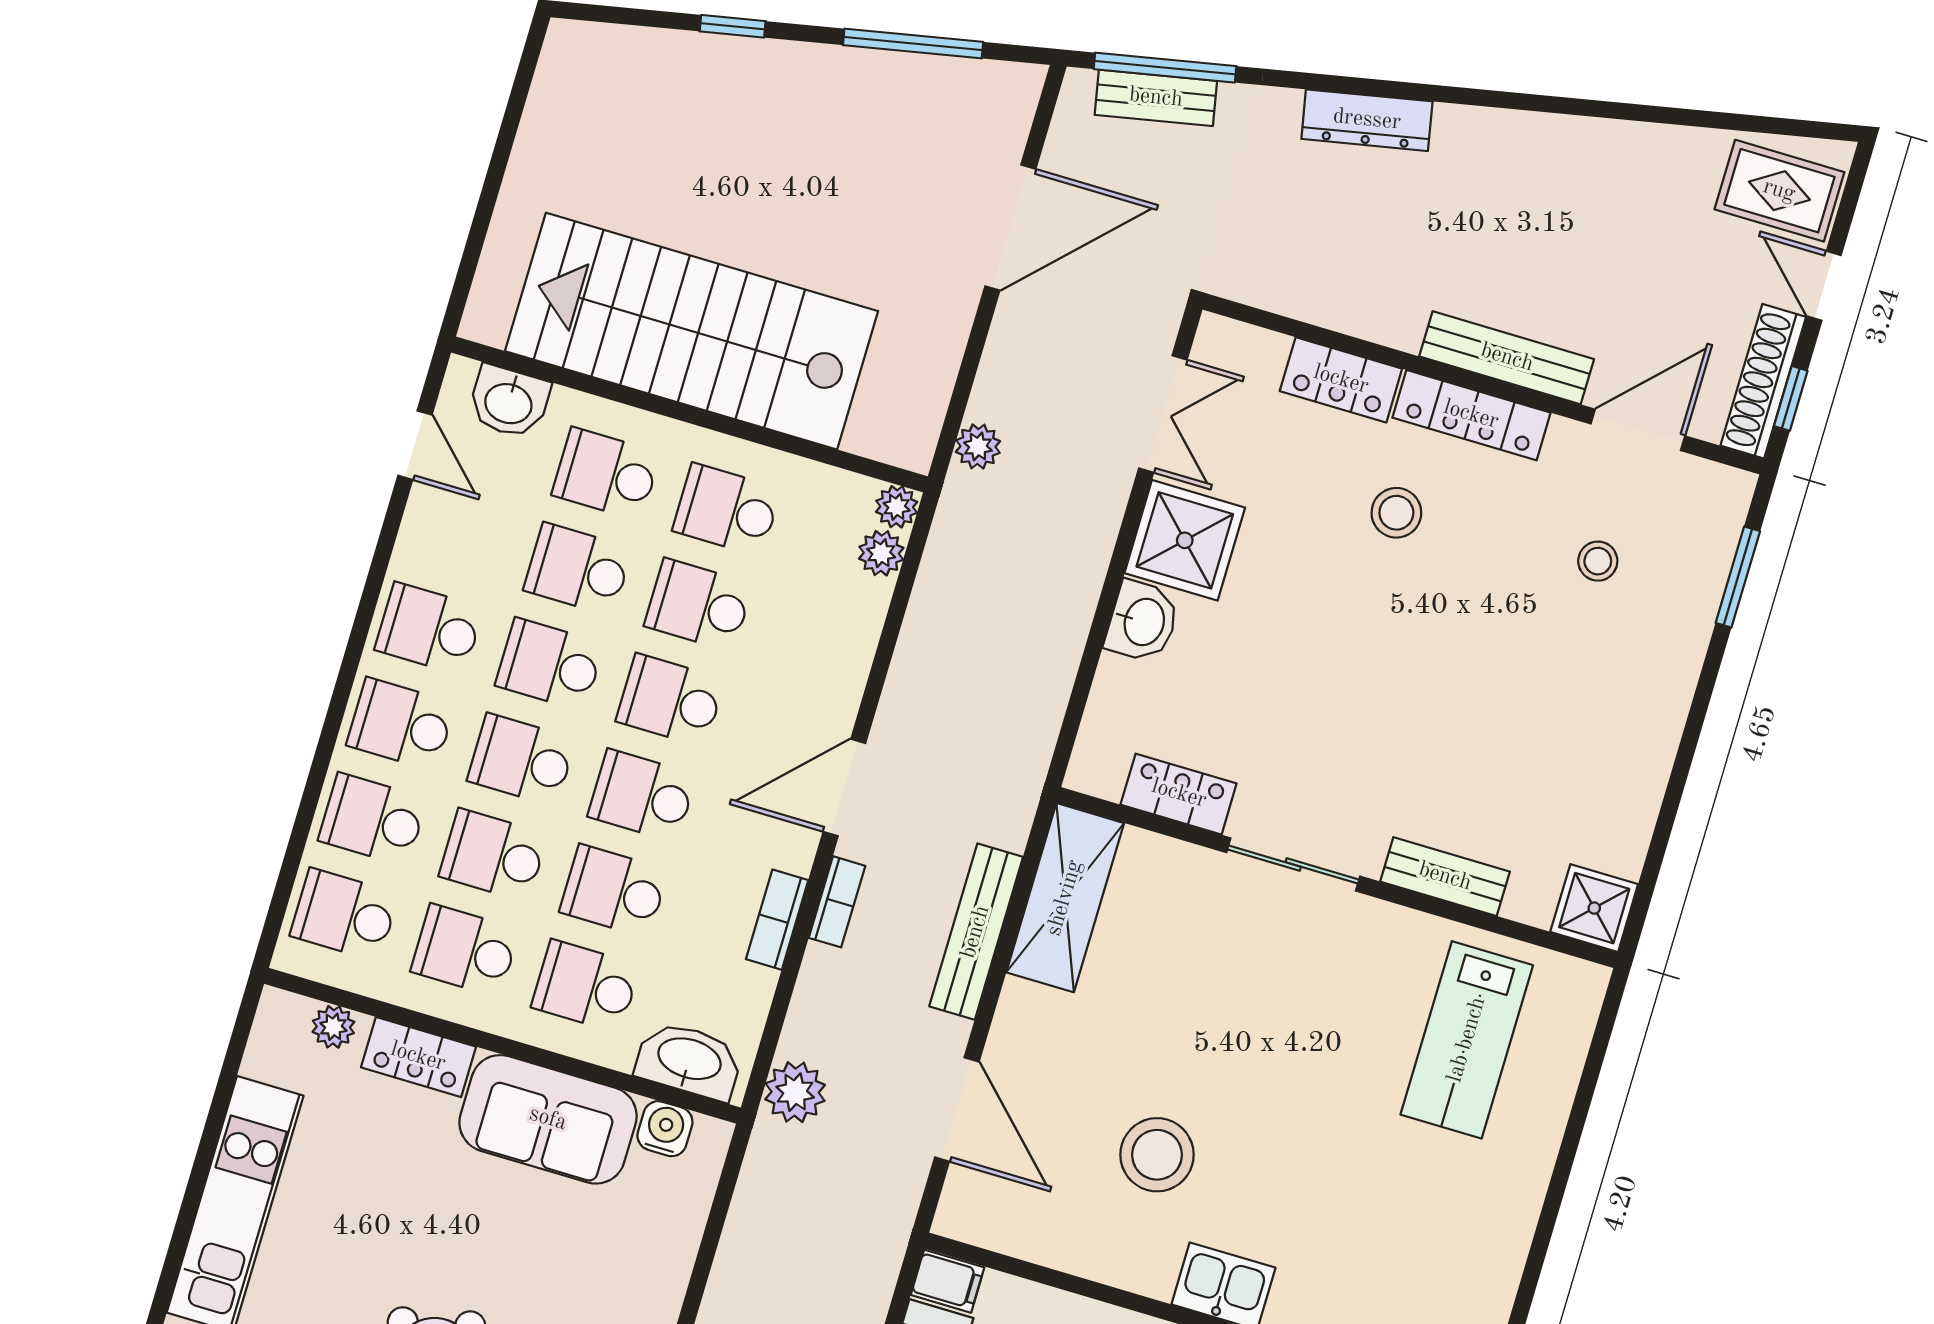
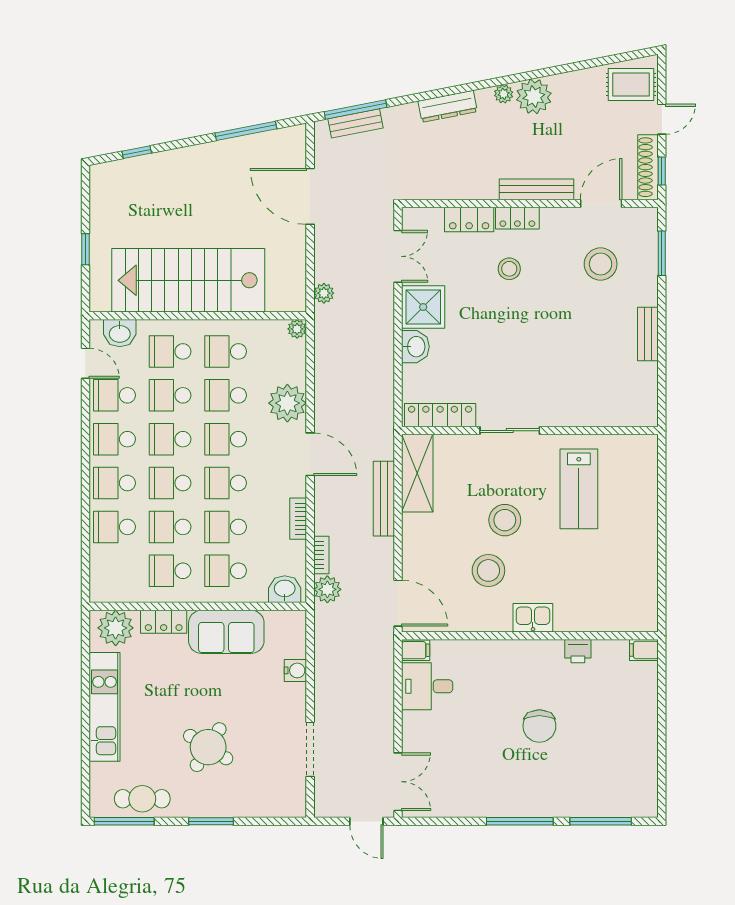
window: (733, 26) -> (137, 152), moved
plant: (1497, 129) -> (504, 94), added
plant: (1561, 154) -> (534, 96), added
window: (488, 198) -> (85, 249), added
door: (1010, 228) -> (310, 196), swing flipped
door: (1824, 286) -> (662, 119), swing flipped
locker: (1471, 415) -> (517, 218), width x0.66
plant: (881, 553) -> (287, 403), moved, width x1.88, depth x1.88
stool: (1598, 561) -> (601, 264), width x1.89, depth x1.89
door: (844, 787) -> (310, 454), swing flipped
locker: (1179, 794) -> (440, 415), width x1.53
bench: (1445, 877) -> (648, 334), moved, turned 90
bookcase: (837, 902) -> (321, 555), moved
shower: (1594, 908) -> (643, 411), removed
school desk: (344, 915) -> (115, 395), moved
plant: (333, 1027) -> (116, 628), width x1.87, depth x1.87
lab bench: (1467, 1040) -> (579, 489), moved
stool: (1225, 1056) -> (505, 520), added
washbasin: (689, 1060) -> (285, 589), width x0.72
door: (957, 1109) -> (398, 603), moved
water cooler: (665, 1129) -> (295, 670), moved, turned 90

